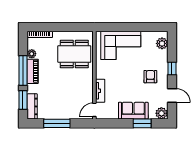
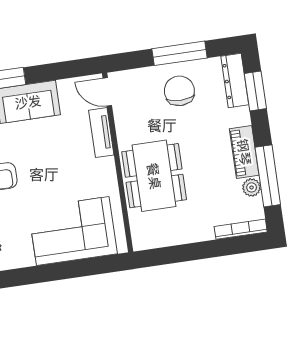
dining table: (74, 54) -> (154, 176), moved, turned 90
window: (23, 70) -> (268, 176), moved
chair: (60, 105) -> (179, 91), added
door: (94, 110) -> (107, 92), swing flipped

